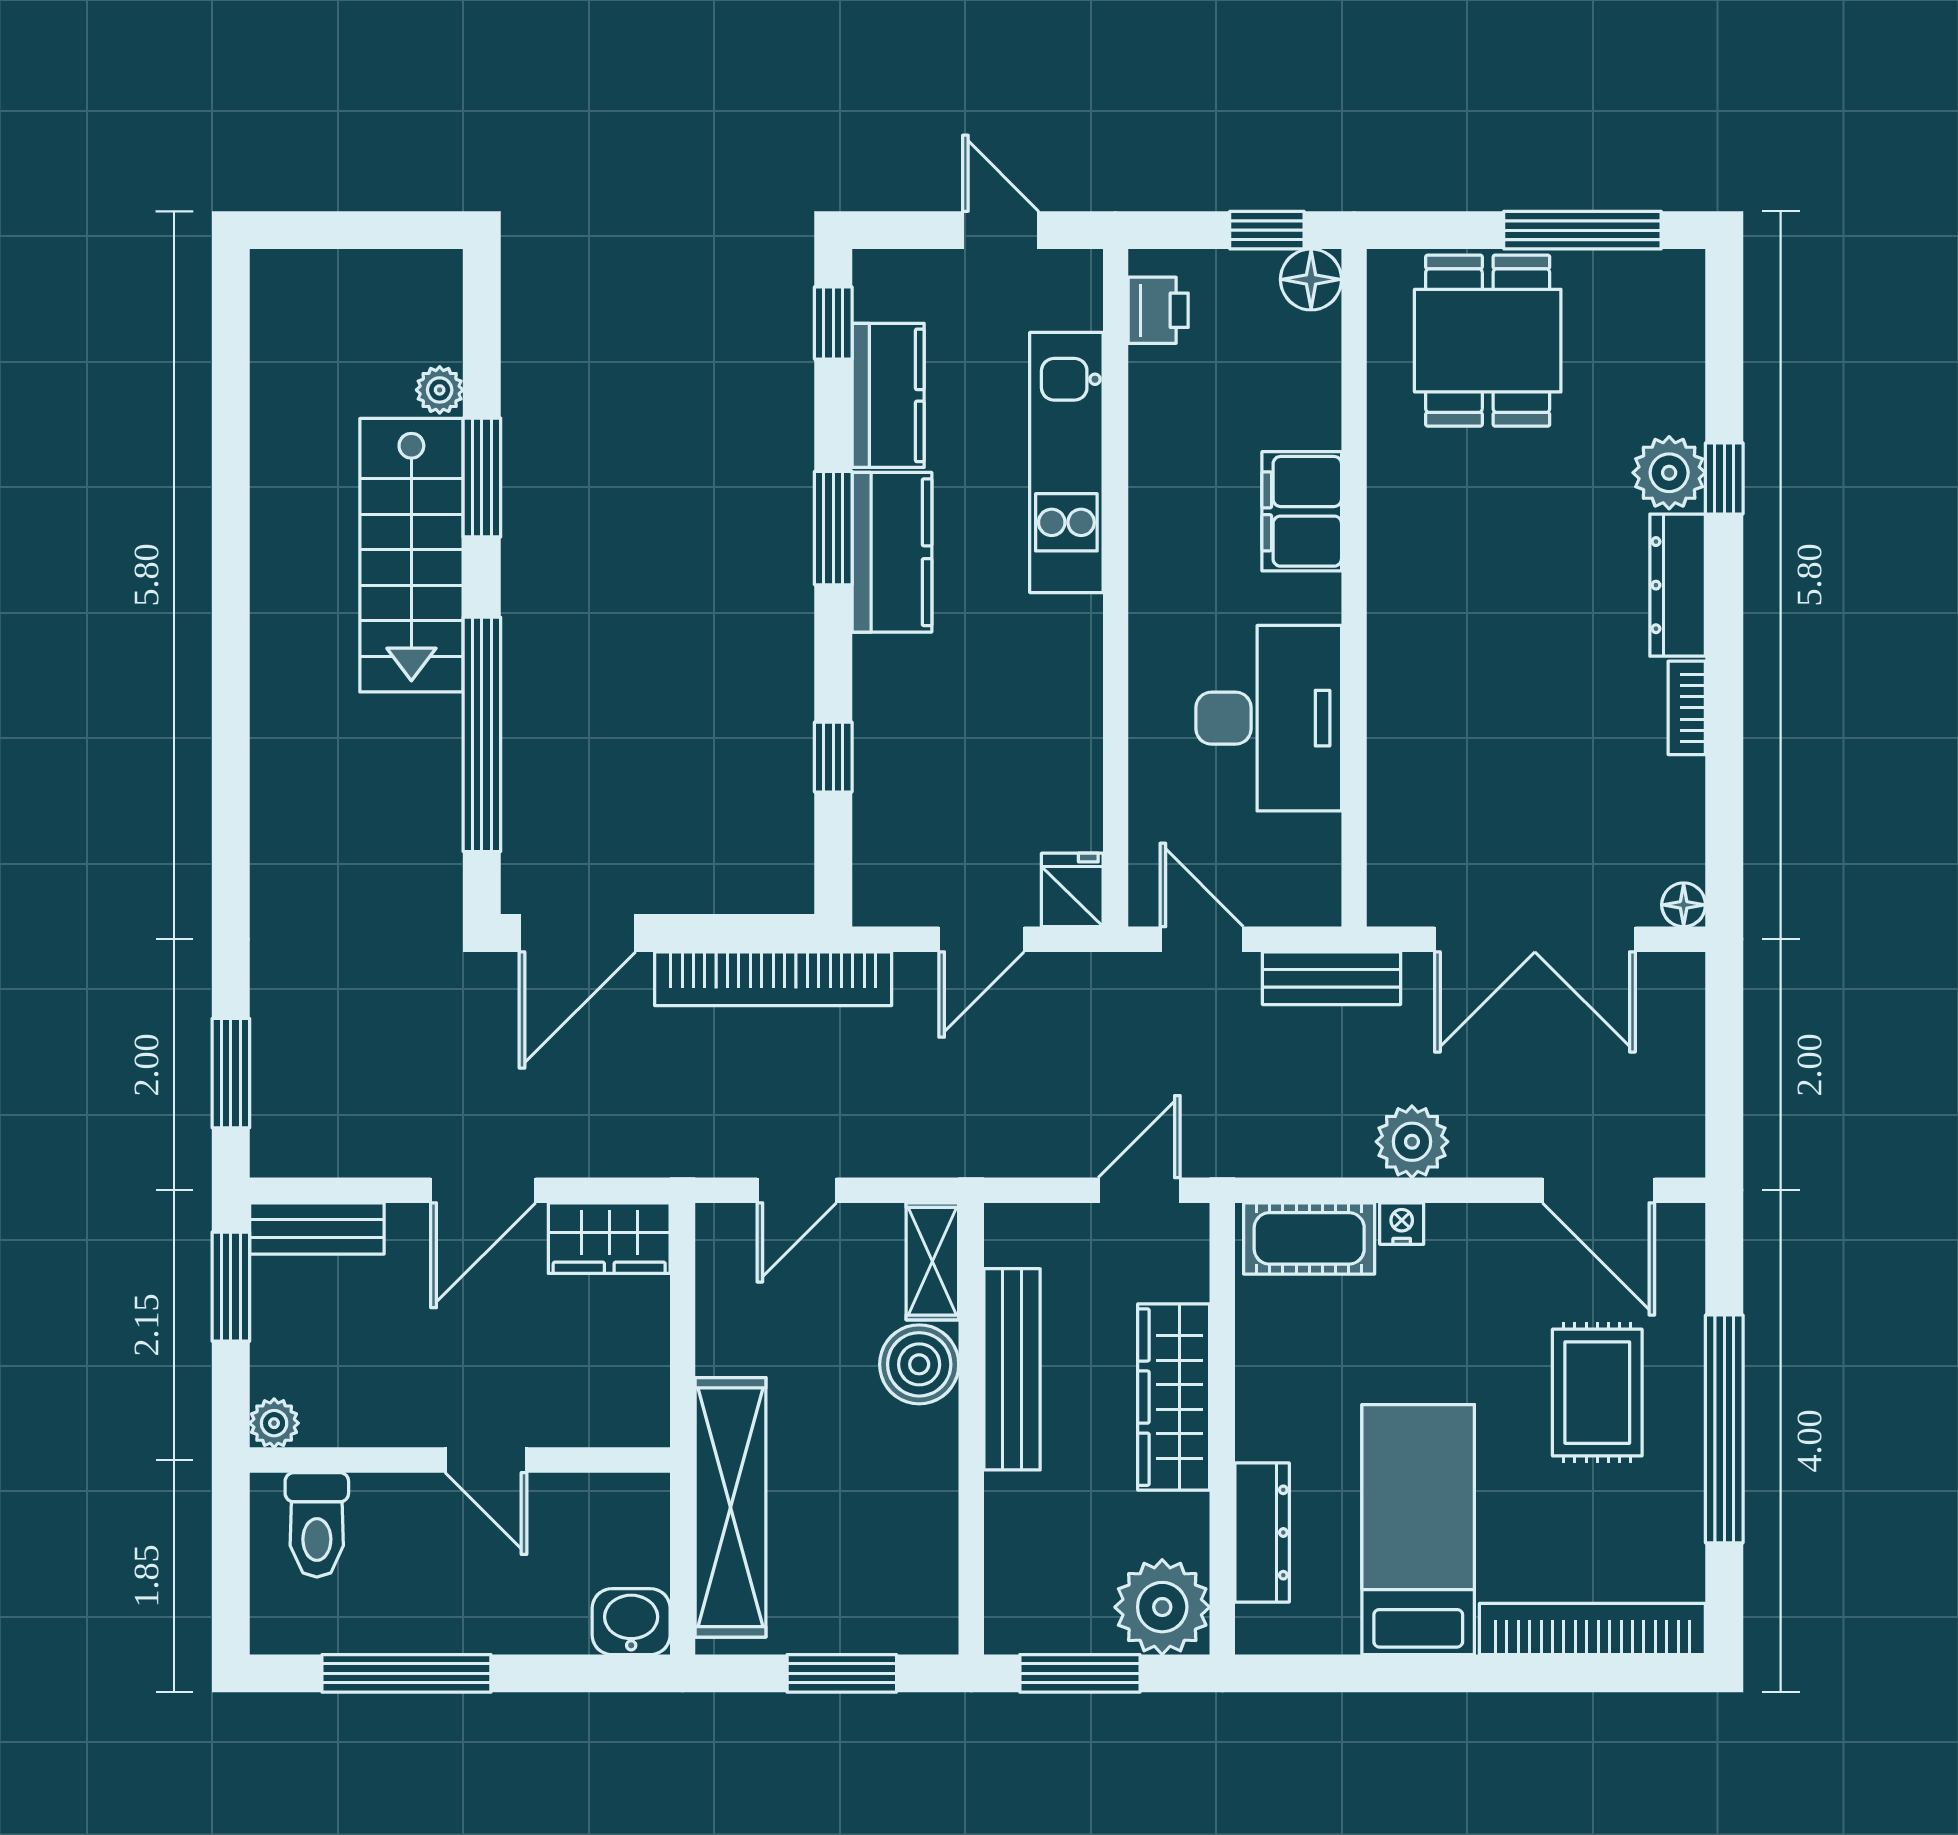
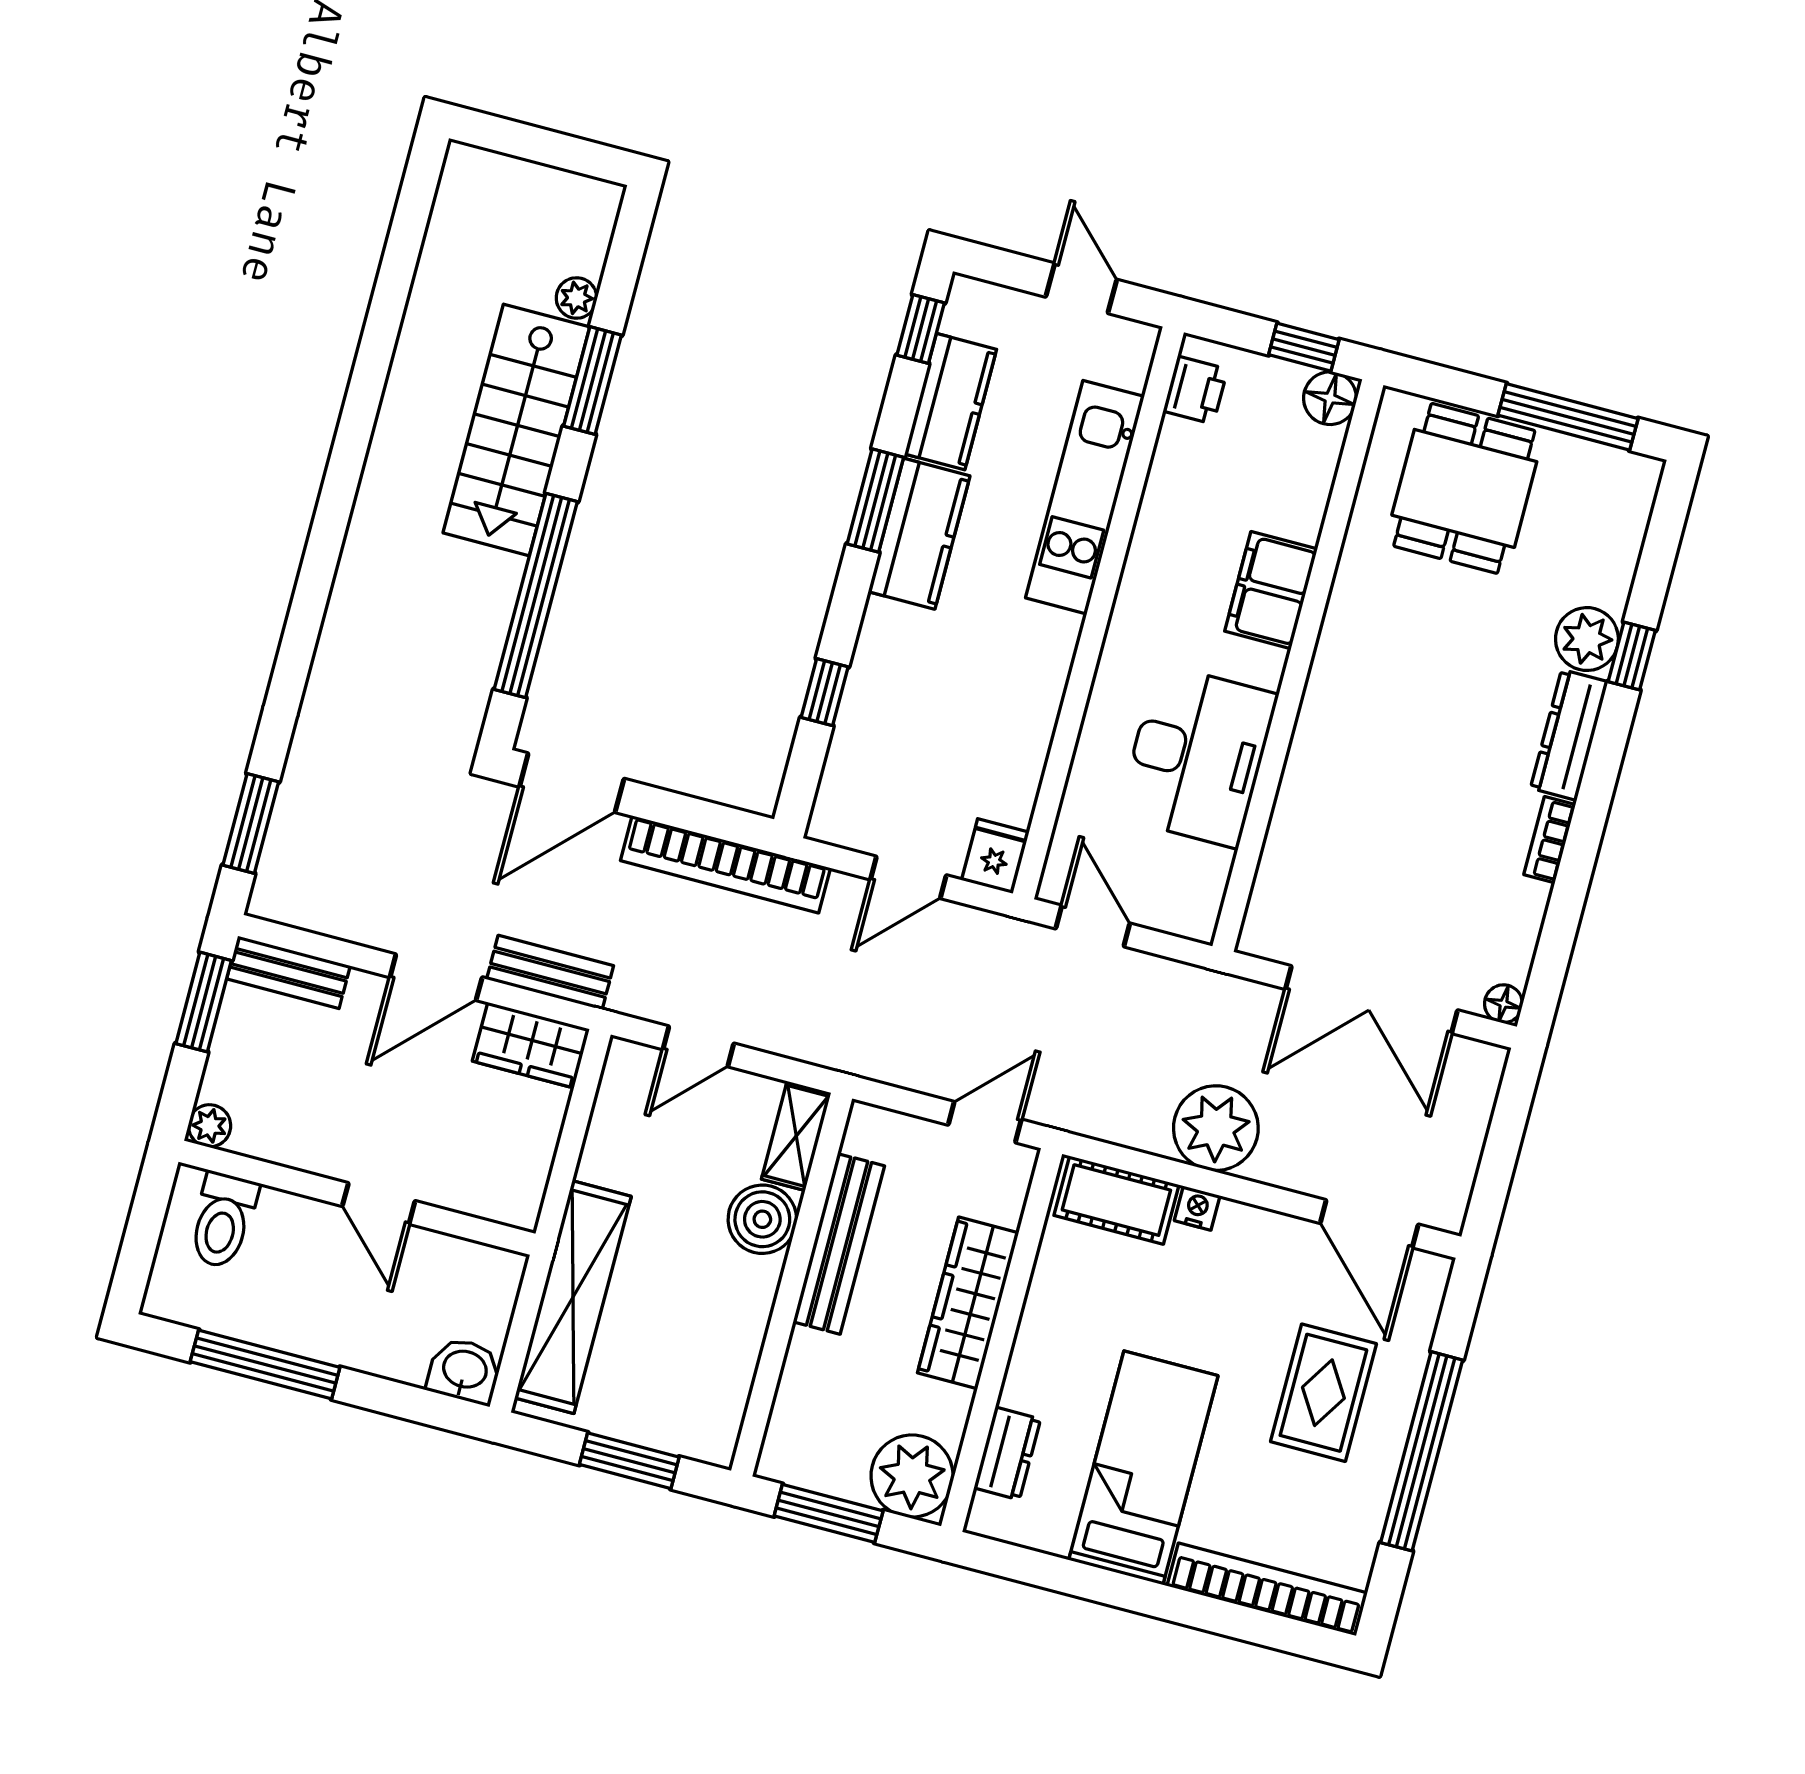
bench: (1331, 978) -> (550, 972), moved
plant: (1412, 1142) -> (1216, 1128), width x1.36, depth x1.36
dresser: (1262, 1533) -> (1007, 1453), width x0.70

